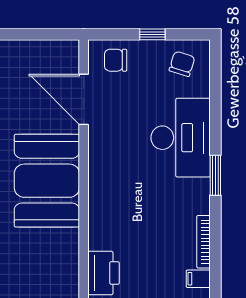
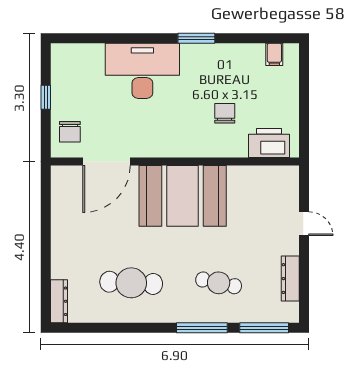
chair: (182, 64) -> (225, 113), moved, turned 73
window: (215, 175) -> (196, 38), moved
bookcase: (204, 242) -> (240, 49), removed

